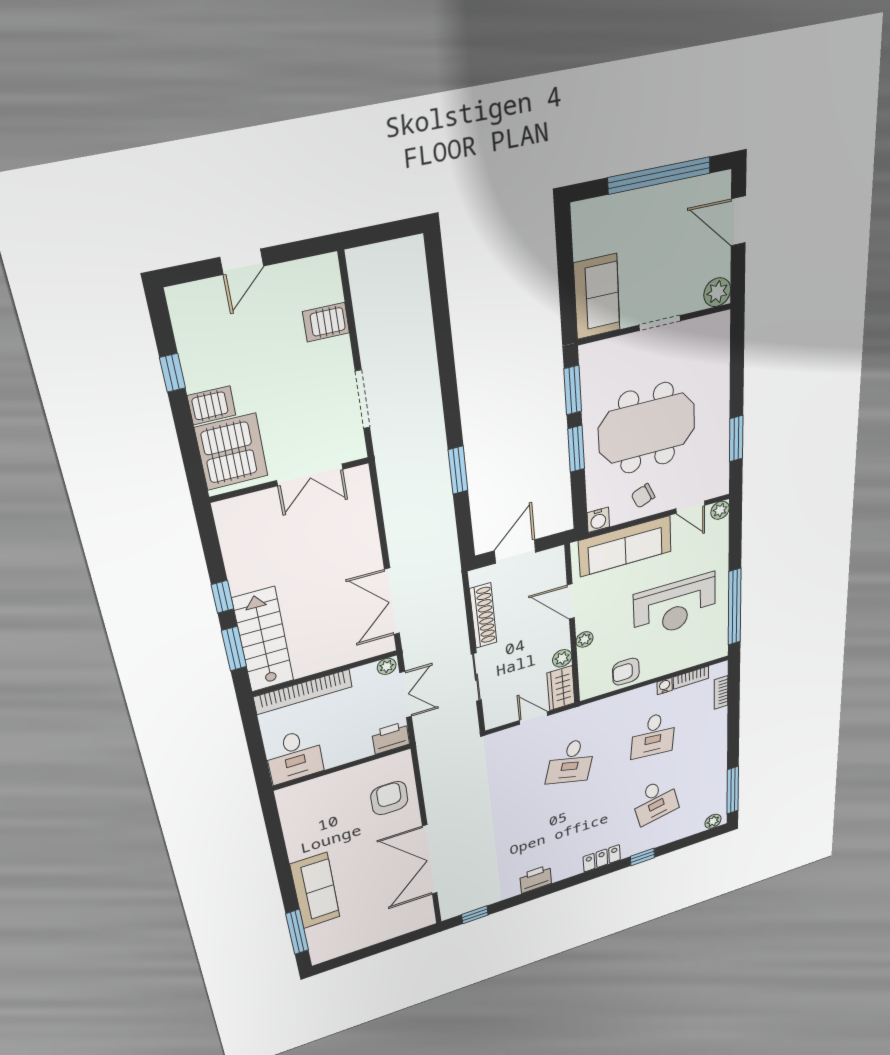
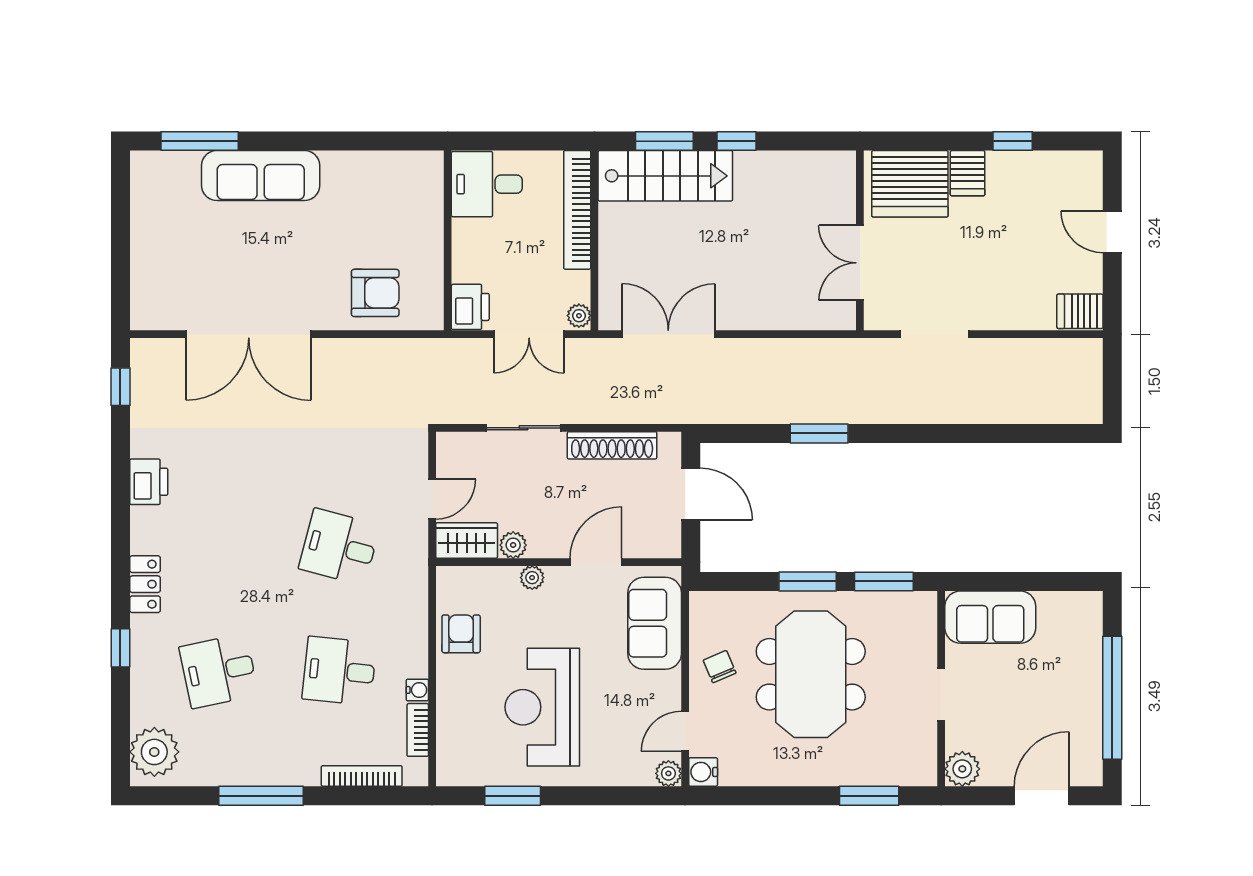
server rack: (326, 322) -> (1080, 311), moved, turned -90
window: (736, 439) -> (869, 796), moved
water cooler: (598, 520) -> (703, 772), moved
sofa: (625, 546) -> (655, 623), width x0.73
window: (735, 607) -> (513, 796), width x0.47
bookcase: (721, 692) -> (362, 776), width x1.56
window: (733, 790) -> (261, 796), moved
plant: (713, 821) -> (154, 752), width x1.87, depth x1.87
double door: (430, 860) -> (249, 334), swing flipped

